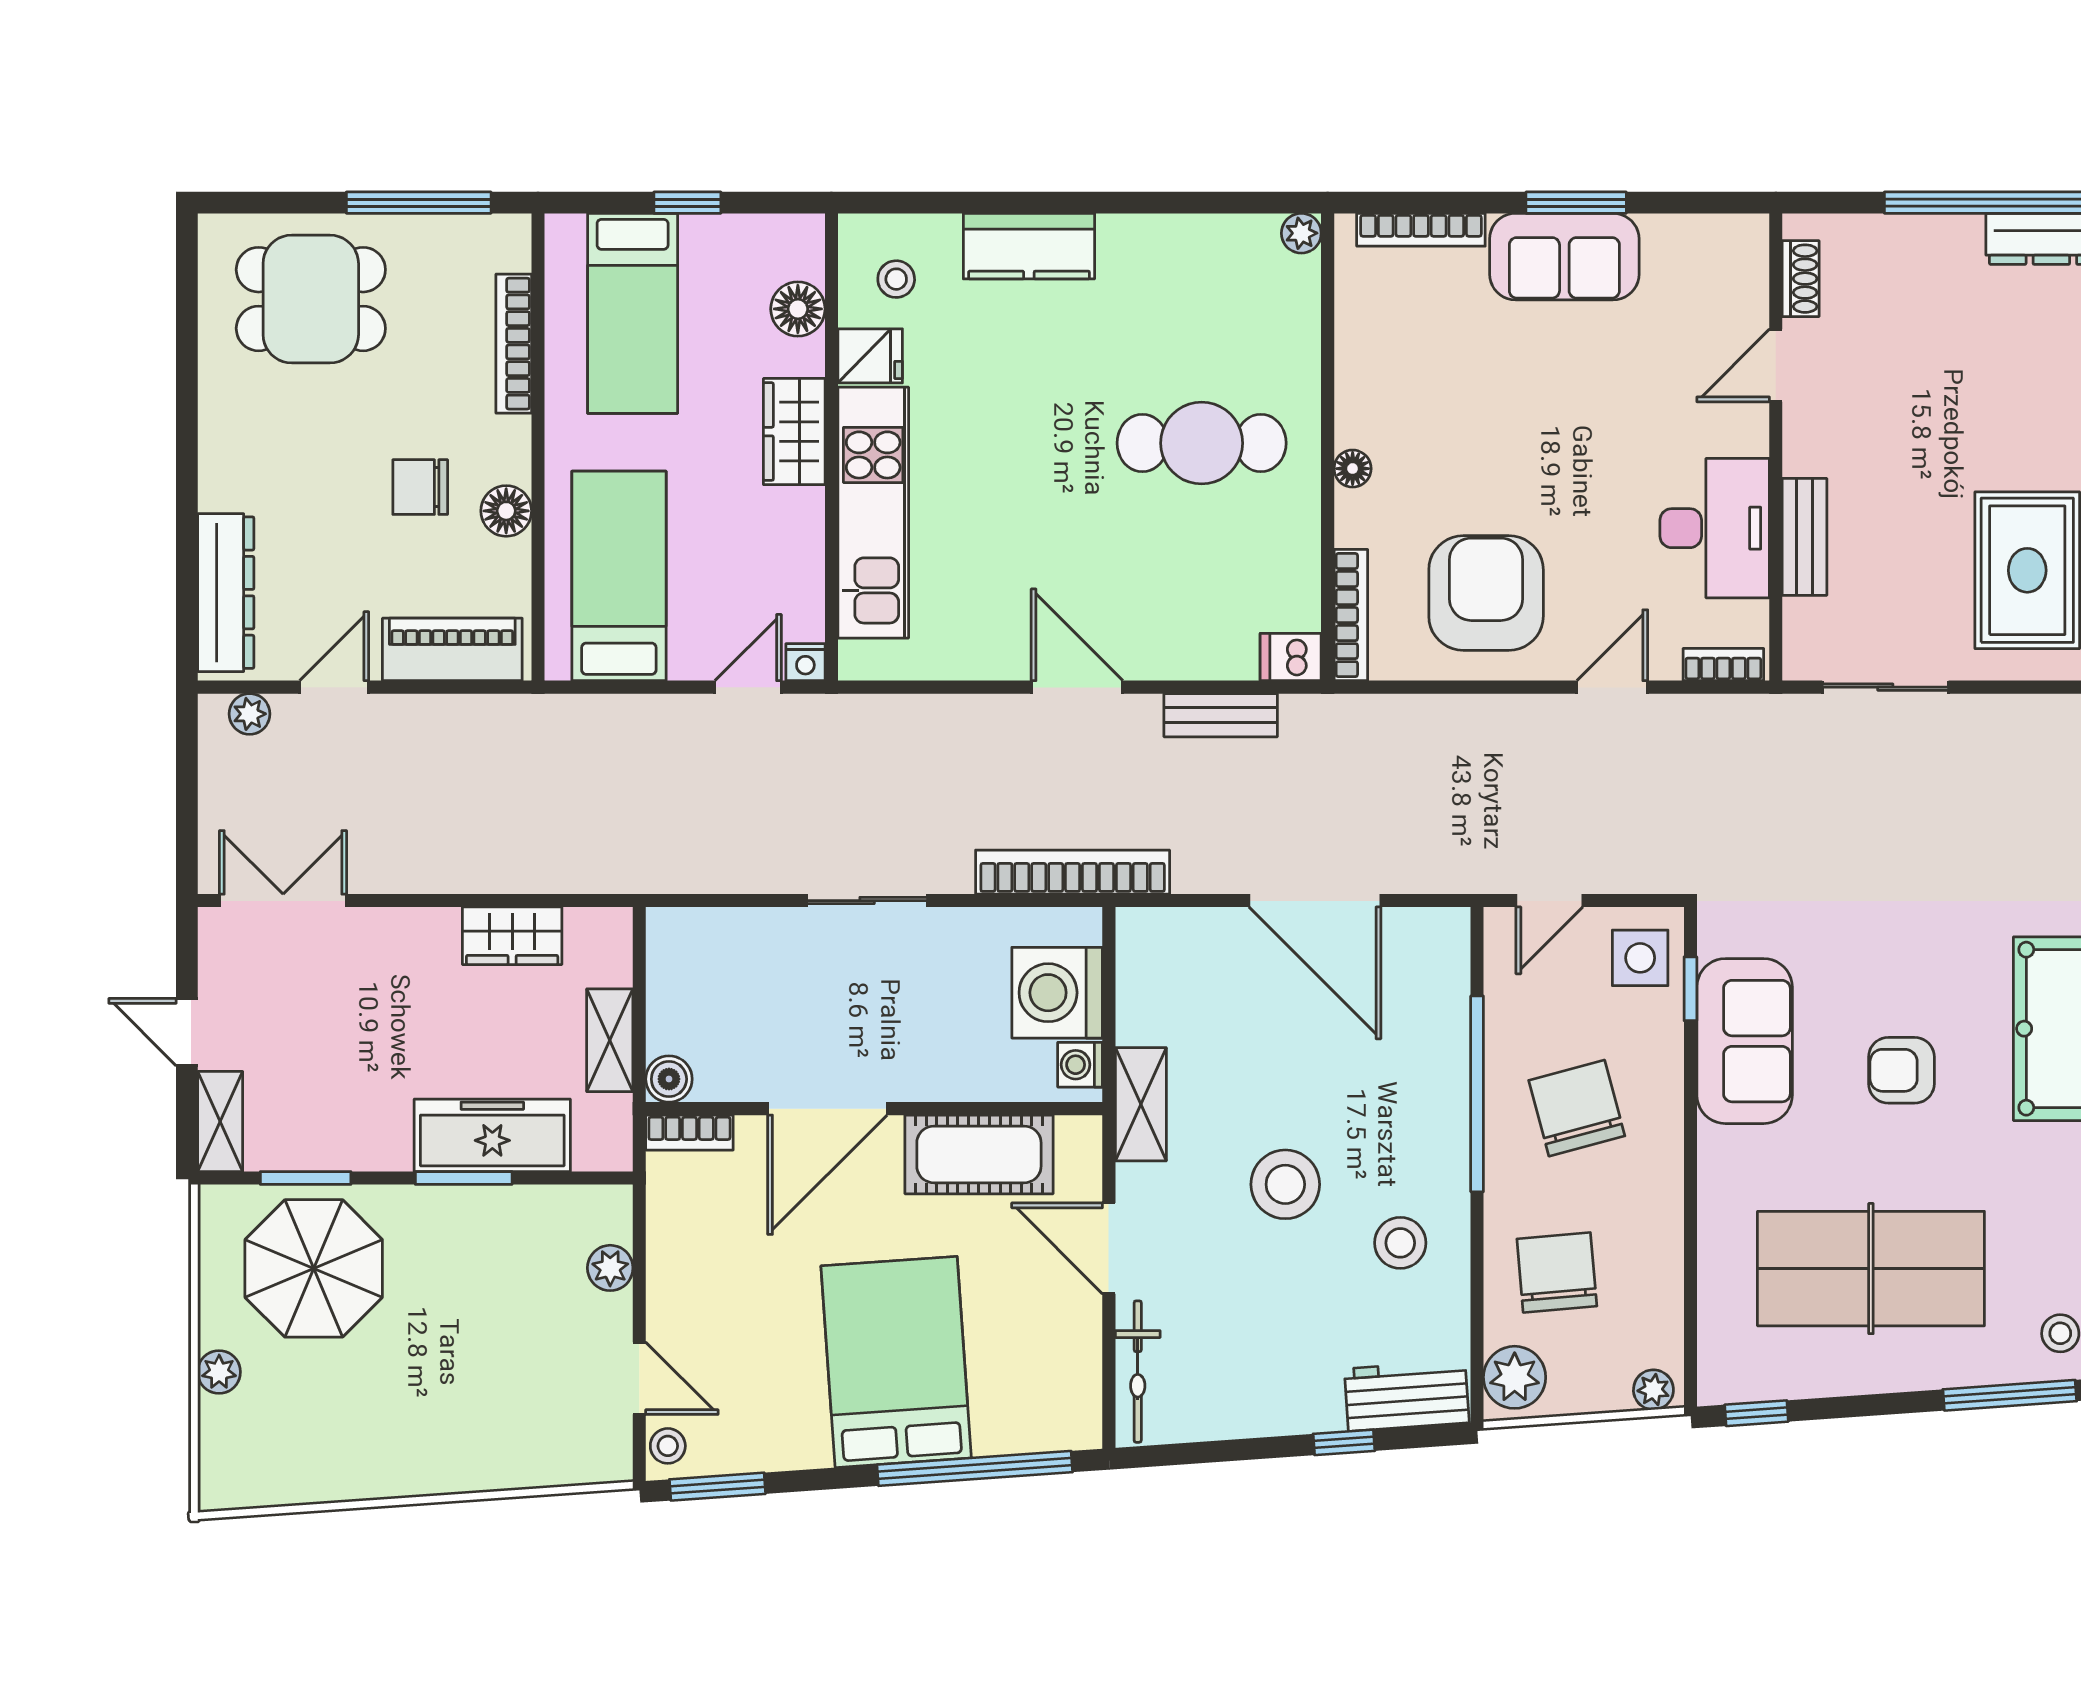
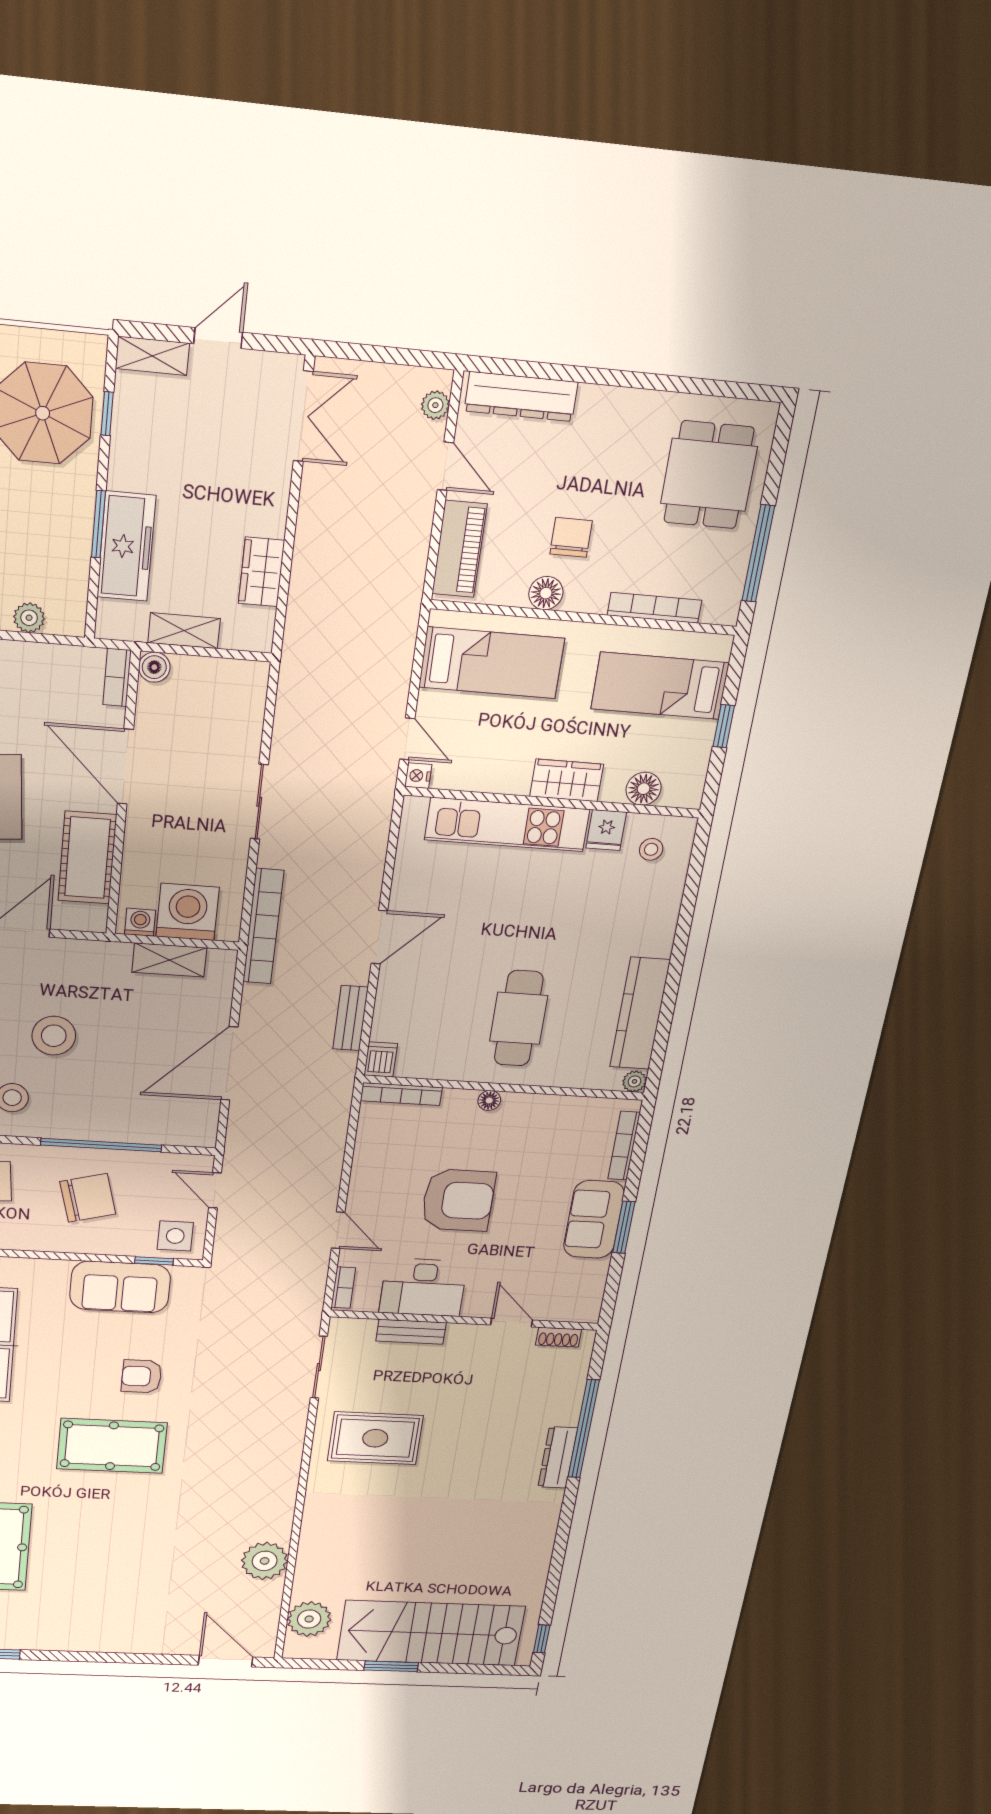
kitchen counter: (1029, 246) -> (640, 1013), moved, width x1.50
armchair: (1486, 593) -> (458, 1200), moved
armchair: (1901, 1070) -> (142, 1376), moved, turned -90
shelving: (1141, 1104) -> (169, 960), moved
window: (306, 1178) -> (107, 414), width x0.67

